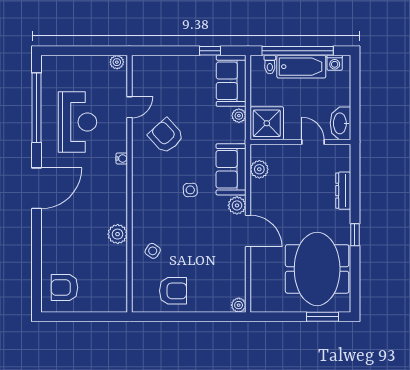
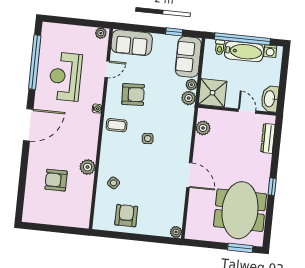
reception desk: (77, 122) -> (65, 77), turned 180
armchair: (166, 136) -> (133, 94), turned 129
sofa: (231, 169) -> (132, 43), moved, turned -90
coffee table: (149, 177) -> (117, 125), added
dresser: (343, 191) -> (268, 138), moved
plant: (237, 205) -> (189, 98), moved
armchair: (64, 288) -> (56, 180), moved
armchair: (173, 291) -> (126, 216), turned -90

